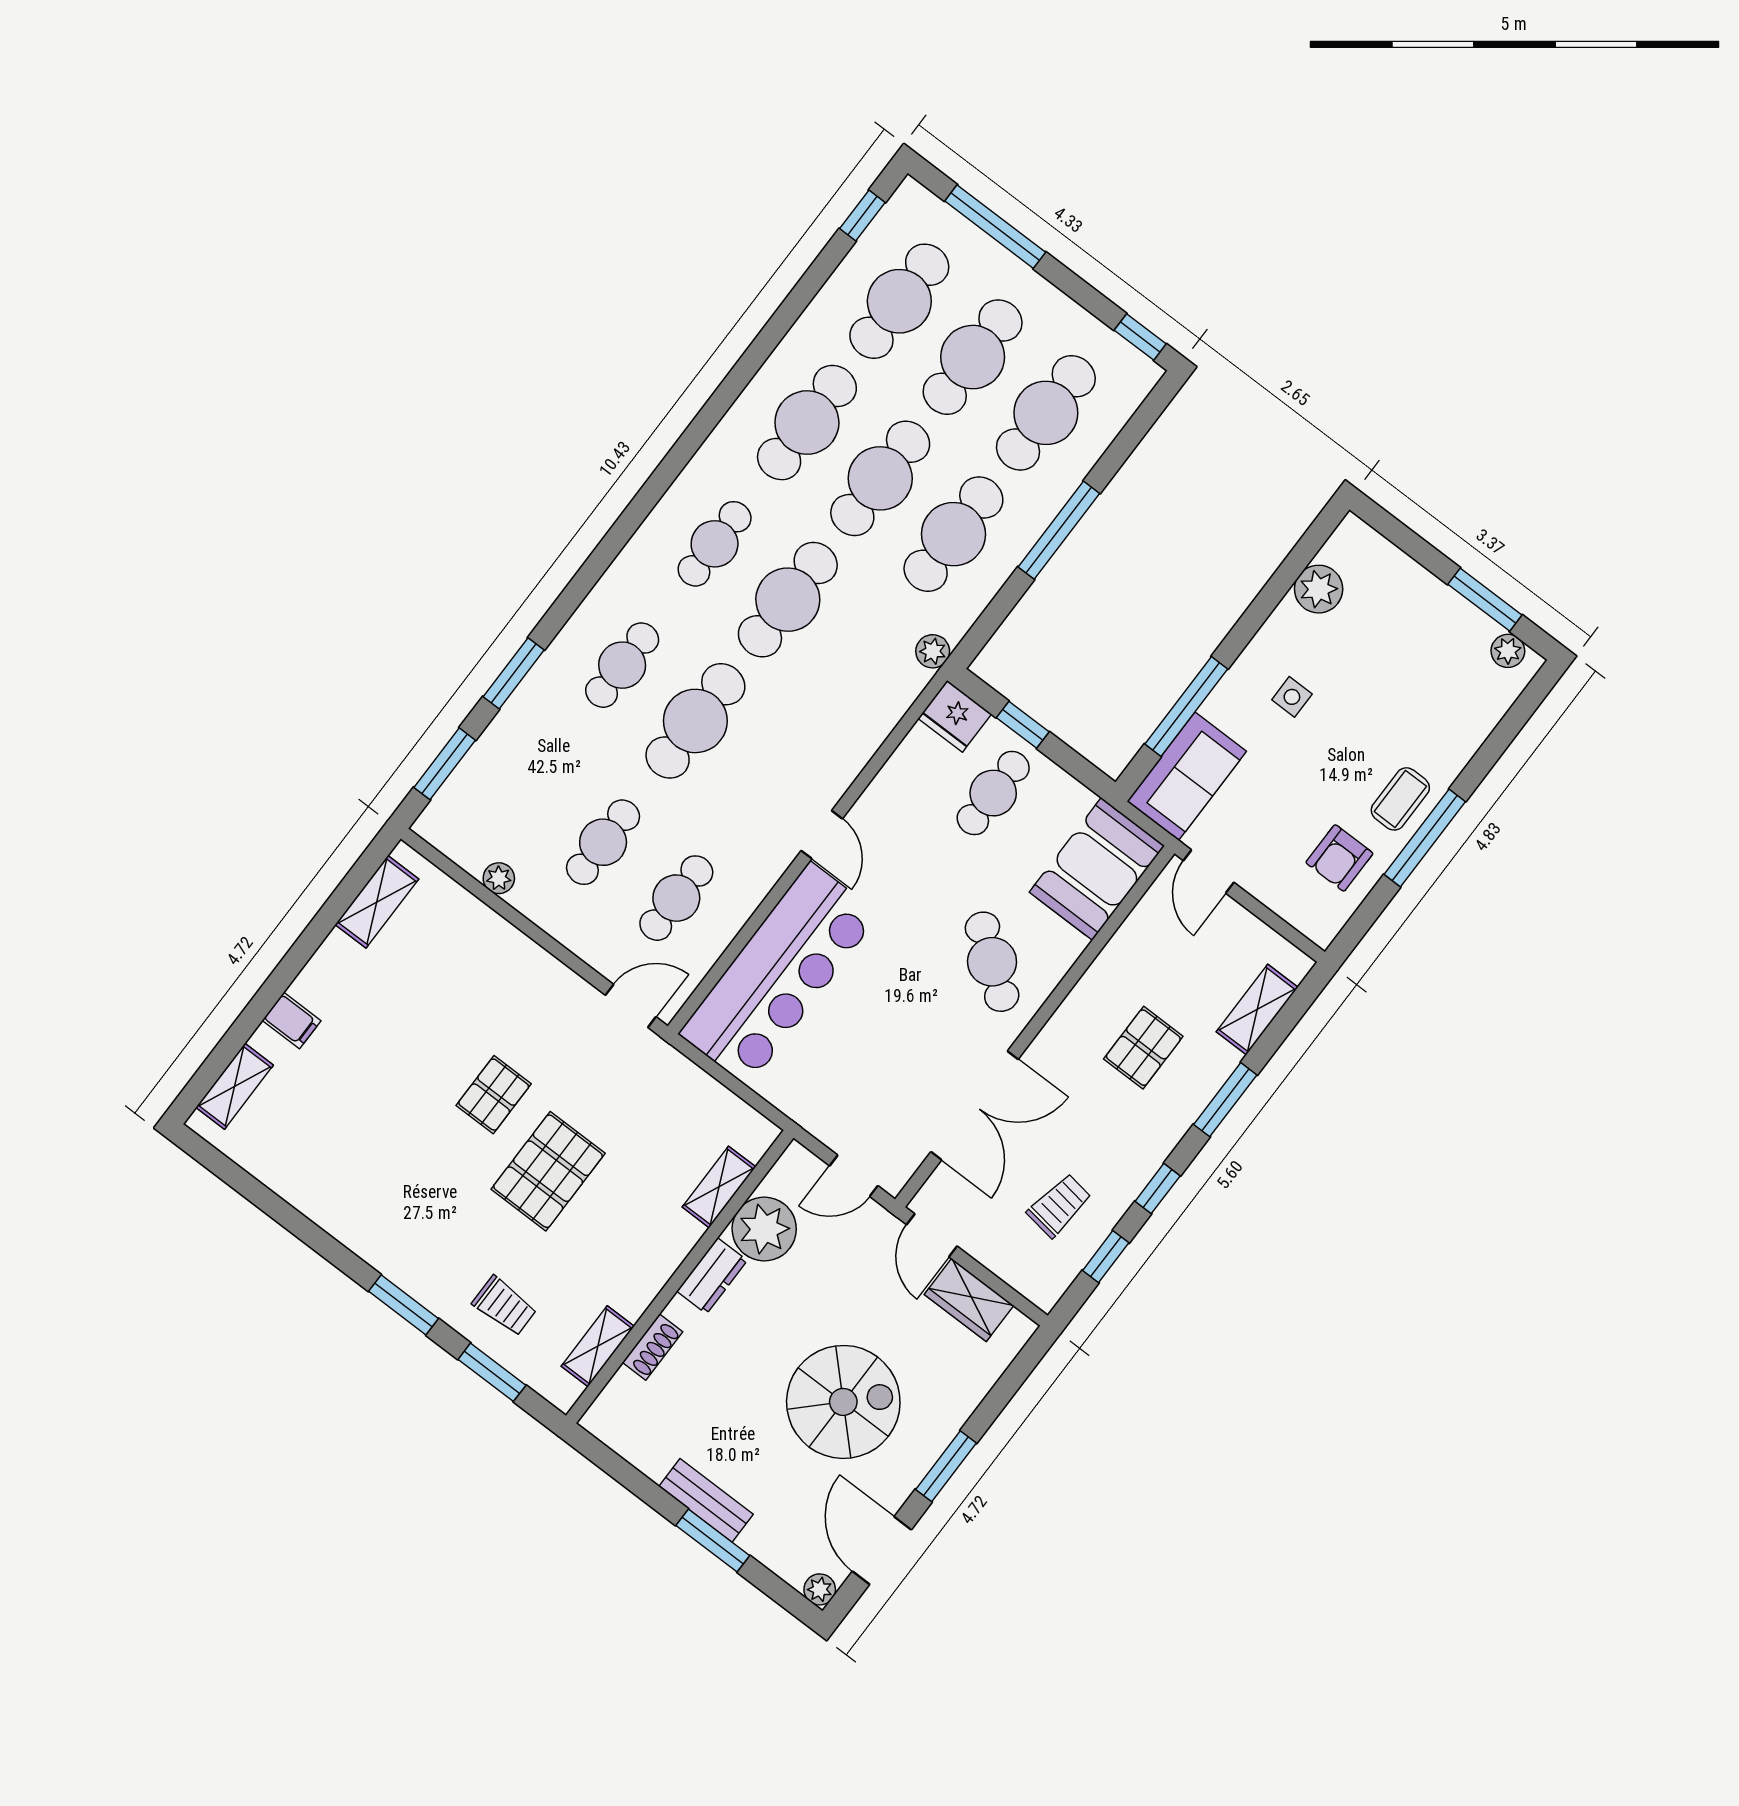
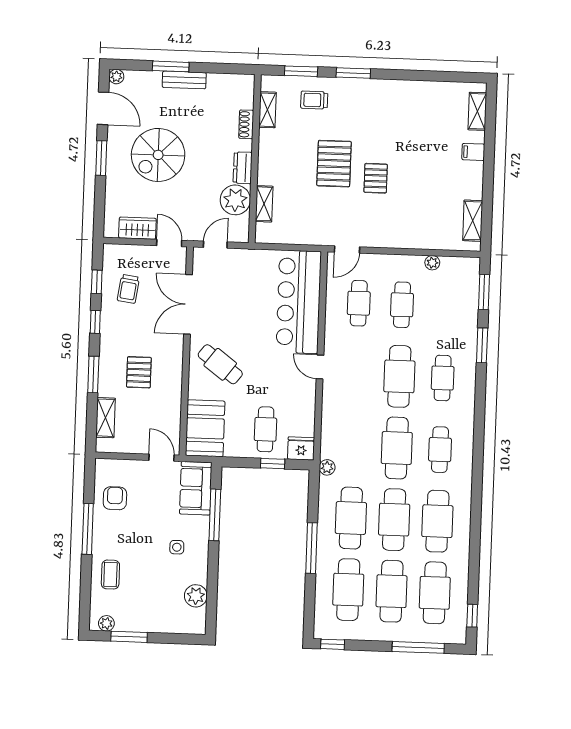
coffee table: (1400, 799) -> (110, 575), moved

